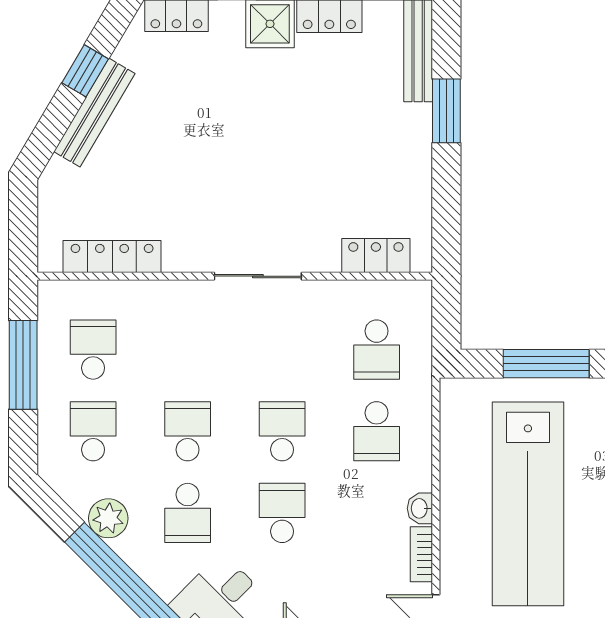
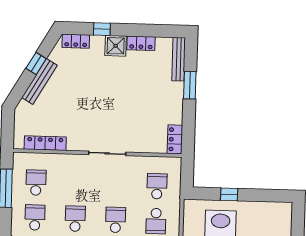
locker: (376, 256) -> (175, 139), moved, turned -90
school desk: (377, 350) -> (157, 186), turned 180
window: (546, 364) -> (229, 194), width x0.46

